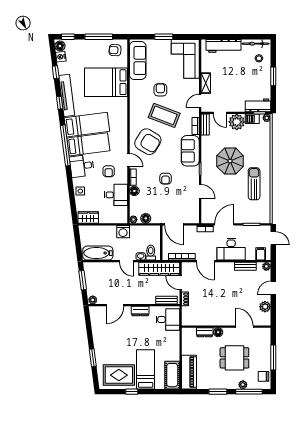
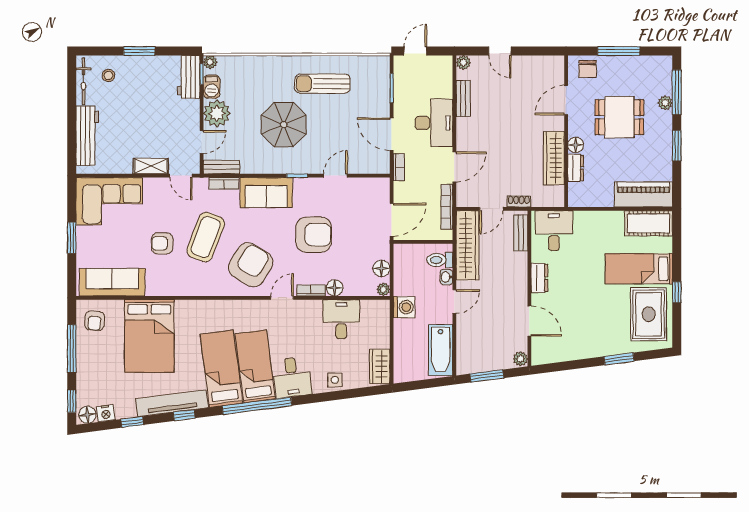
armchair: (109, 171) -> (301, 332), removed
armchair: (166, 179) -> (314, 235), width x1.88, depth x1.88
filing cabinet: (261, 254) -> (442, 72), removed
plant: (265, 307) -> (532, 65), removed
wardrobe: (210, 320) -> (554, 158), added
dining table: (234, 358) -> (619, 117), turned 90
chair: (263, 376) -> (587, 69), moved

